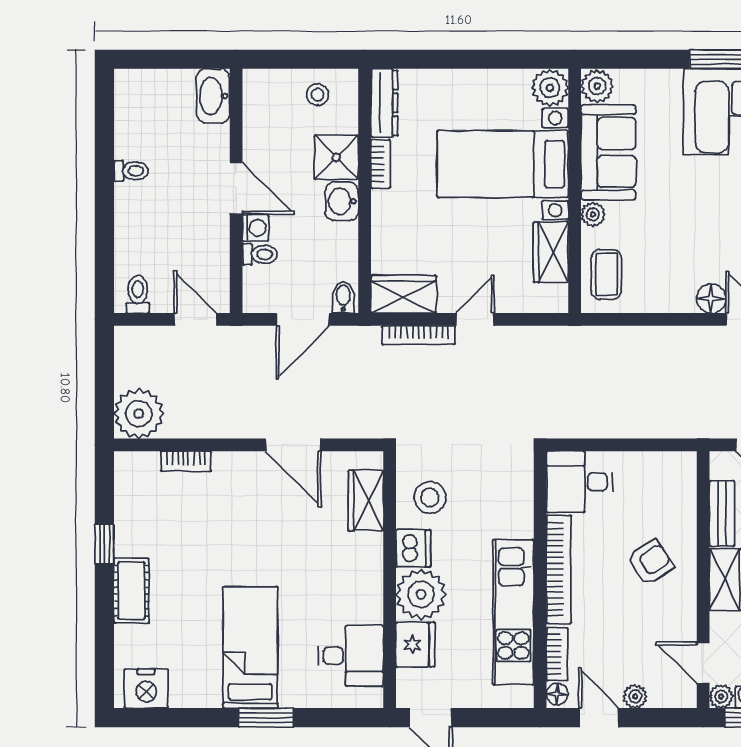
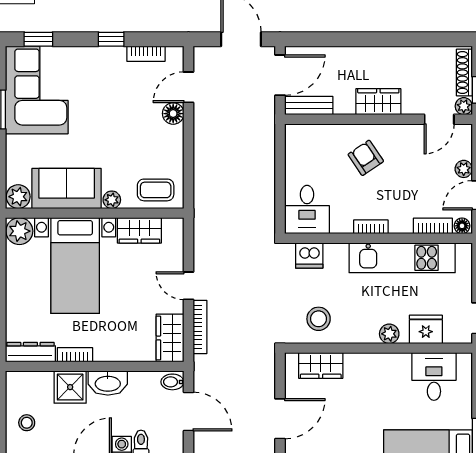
stool: (318, 95) -> (27, 423), moved
washbasin: (342, 201) -> (108, 383), width x1.38
bench: (722, 514) -> (309, 106), moved
dishwasher: (413, 548) -> (309, 256), moved, turned 180
bookcase: (559, 569) -> (371, 227), width x0.43, depth x0.76
plant: (421, 594) -> (389, 334), width x0.53, depth x0.53

